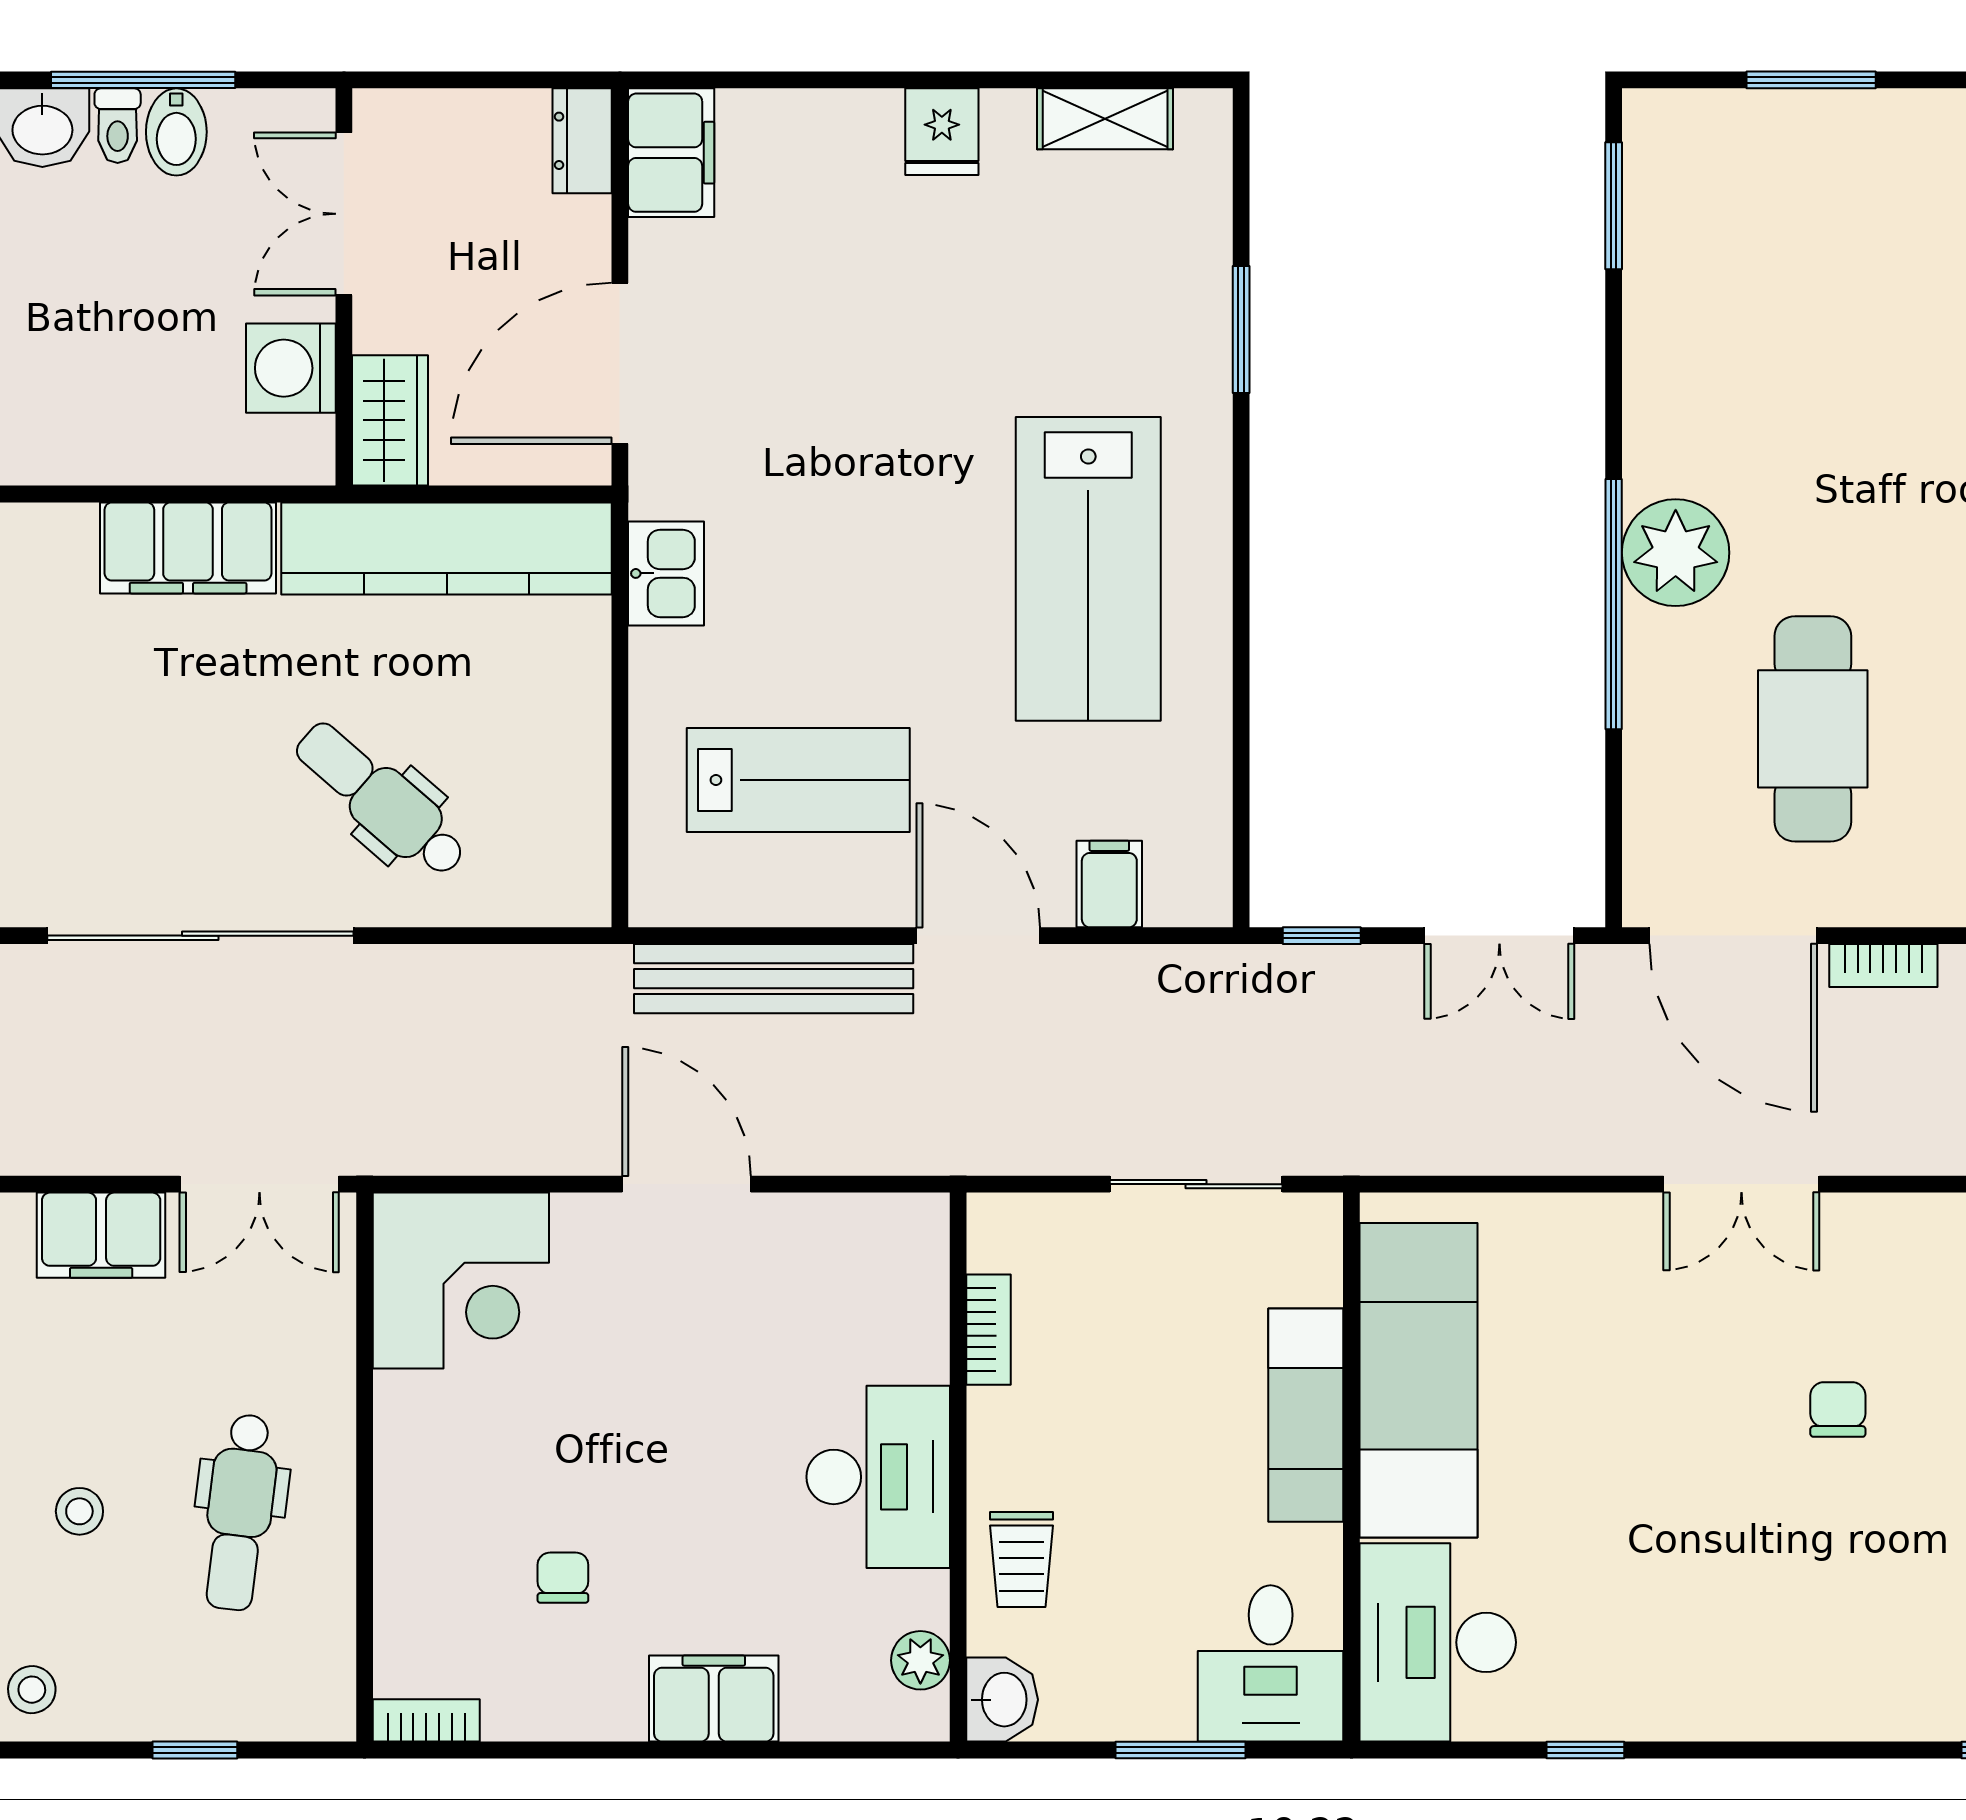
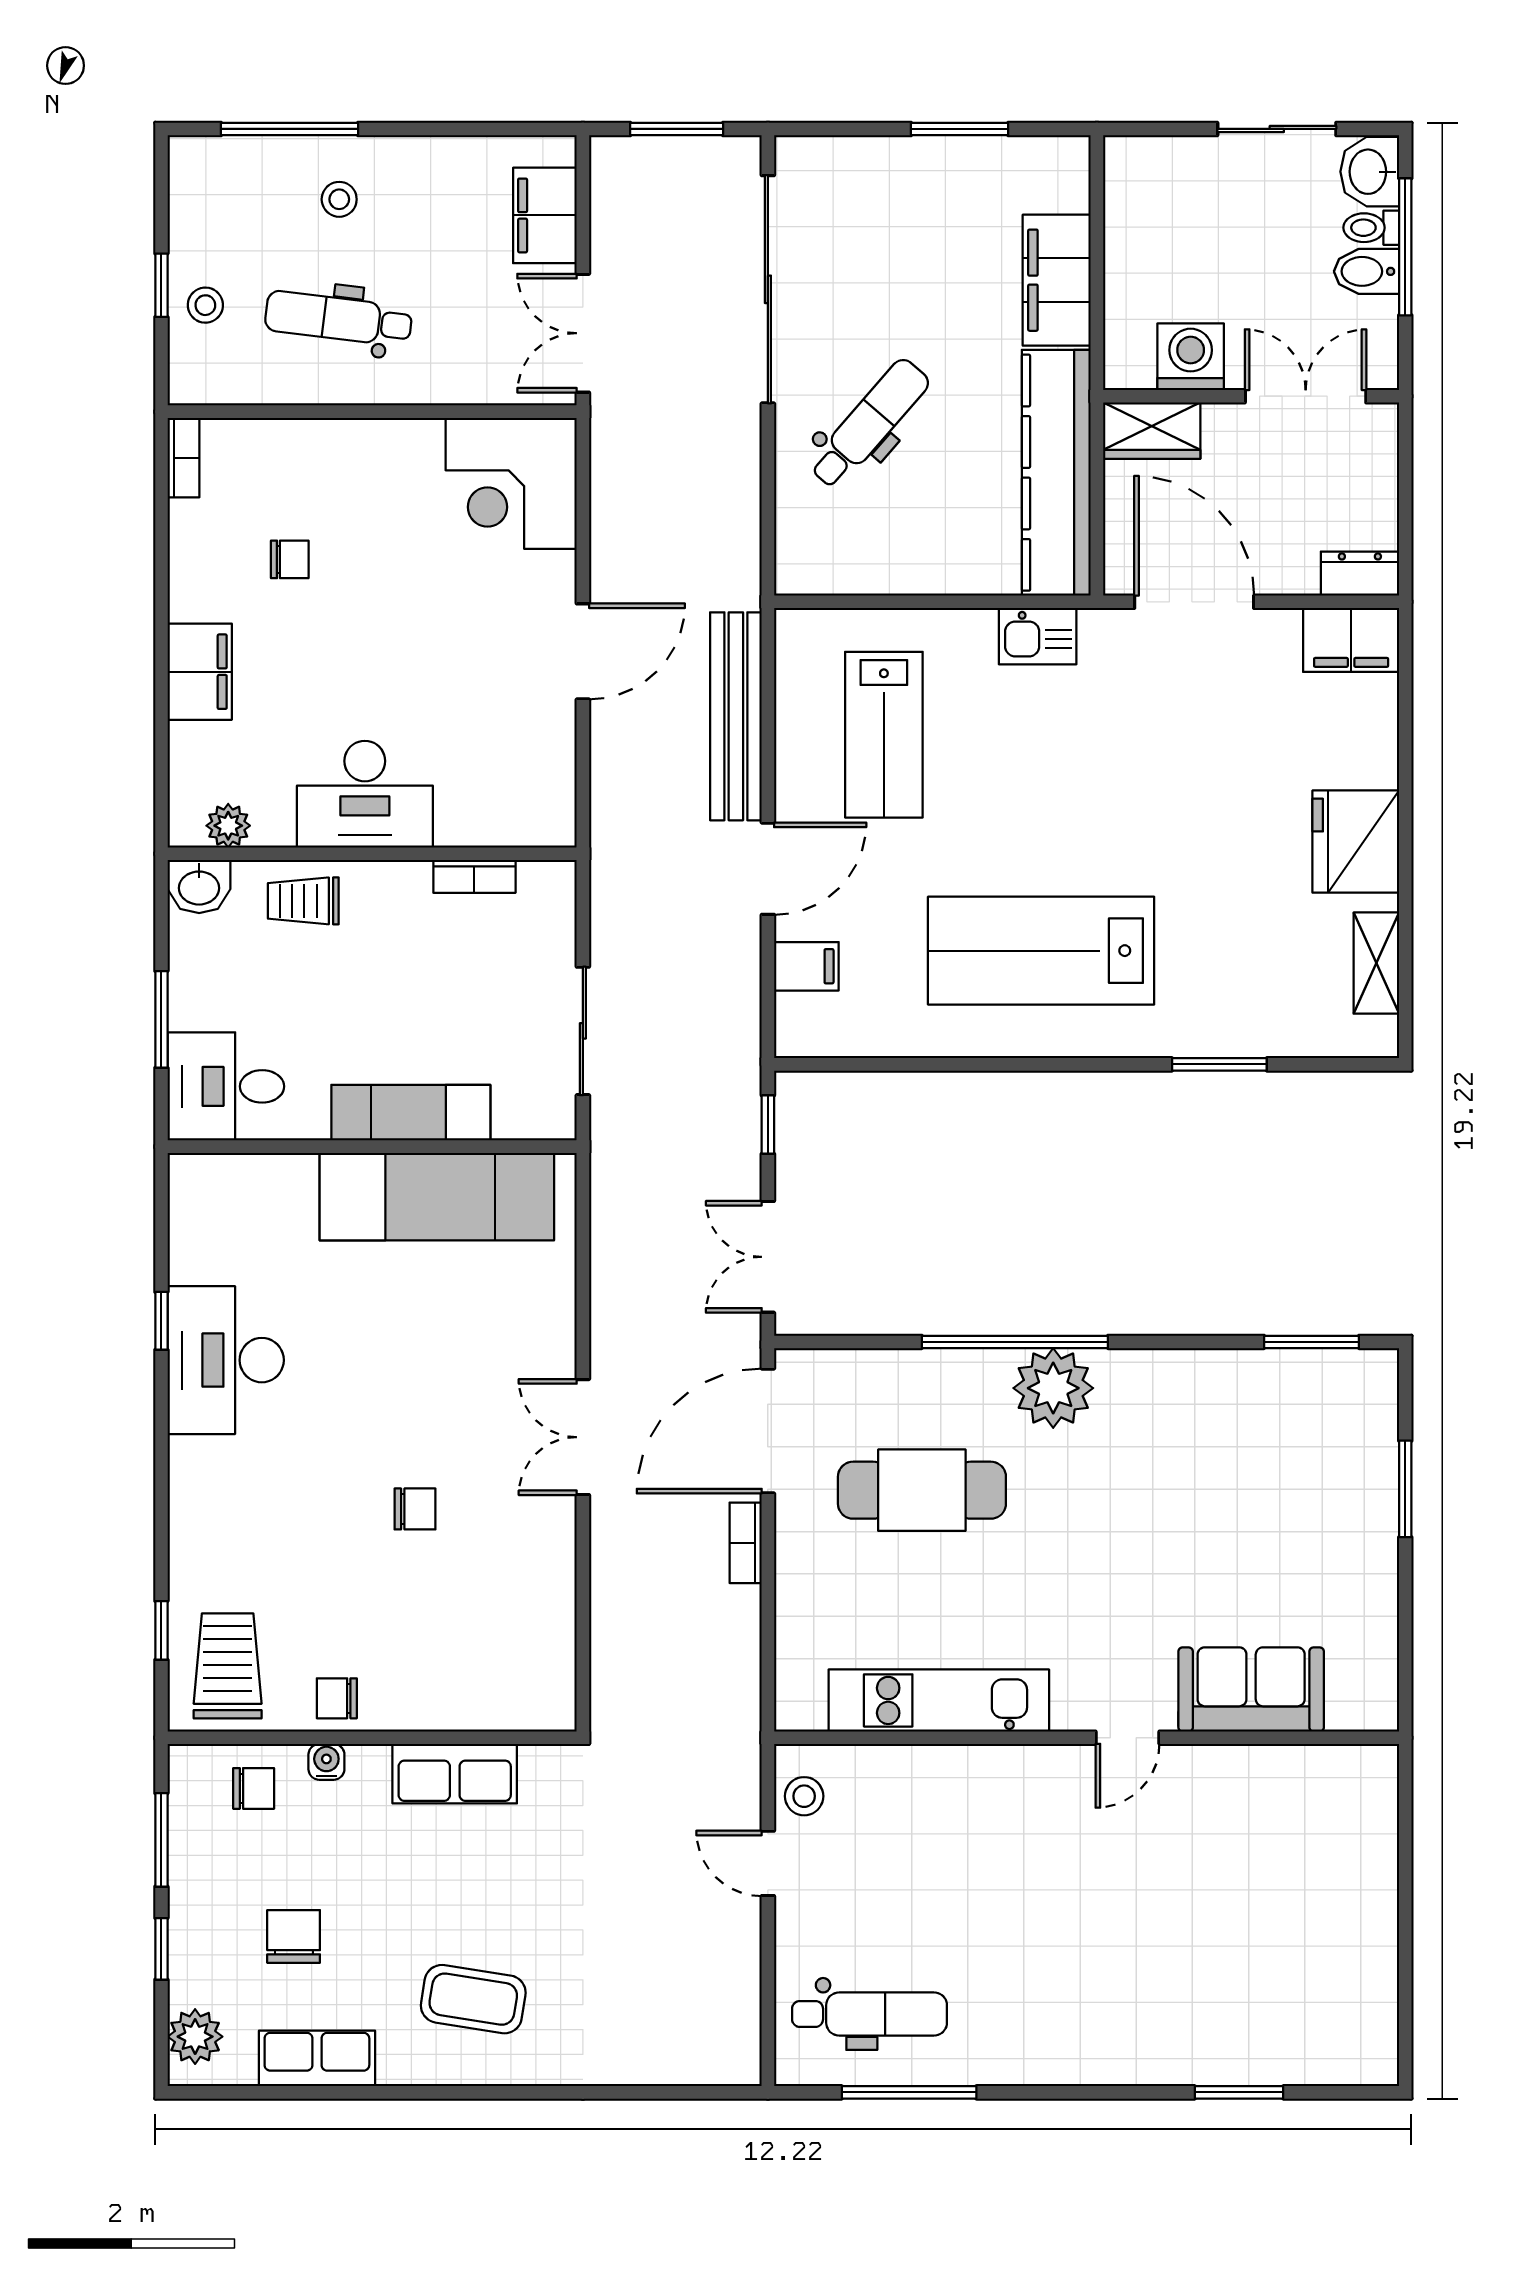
fridge: (942, 132) -> (1356, 842), width x1.88, depth x1.34
desk: (1438, 1642) -> (226, 1360), moved, turned -90
stool: (32, 1690) -> (205, 305), moved

